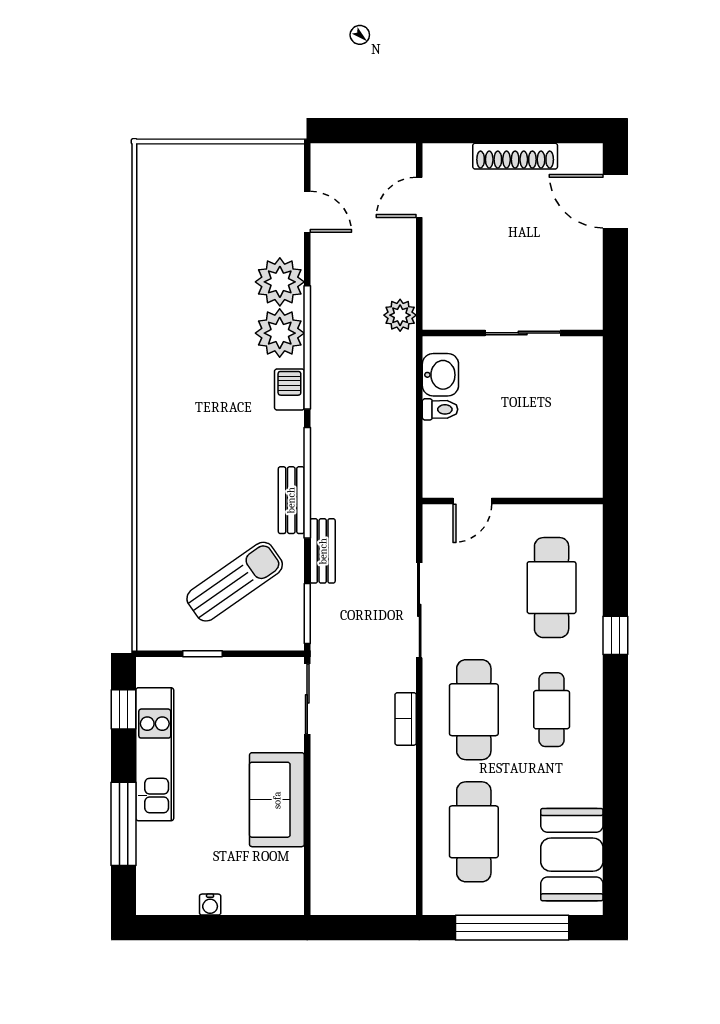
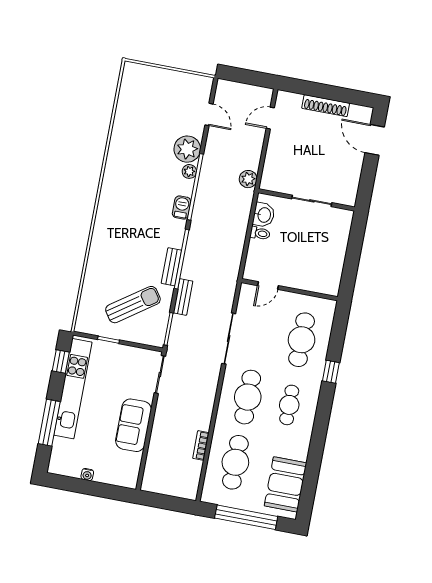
plant: (280, 333) -> (189, 171), width x0.53, depth x0.53
bookcase: (406, 719) -> (201, 445), moved
kitchen unit: (155, 754) -> (73, 389), width x1.36

